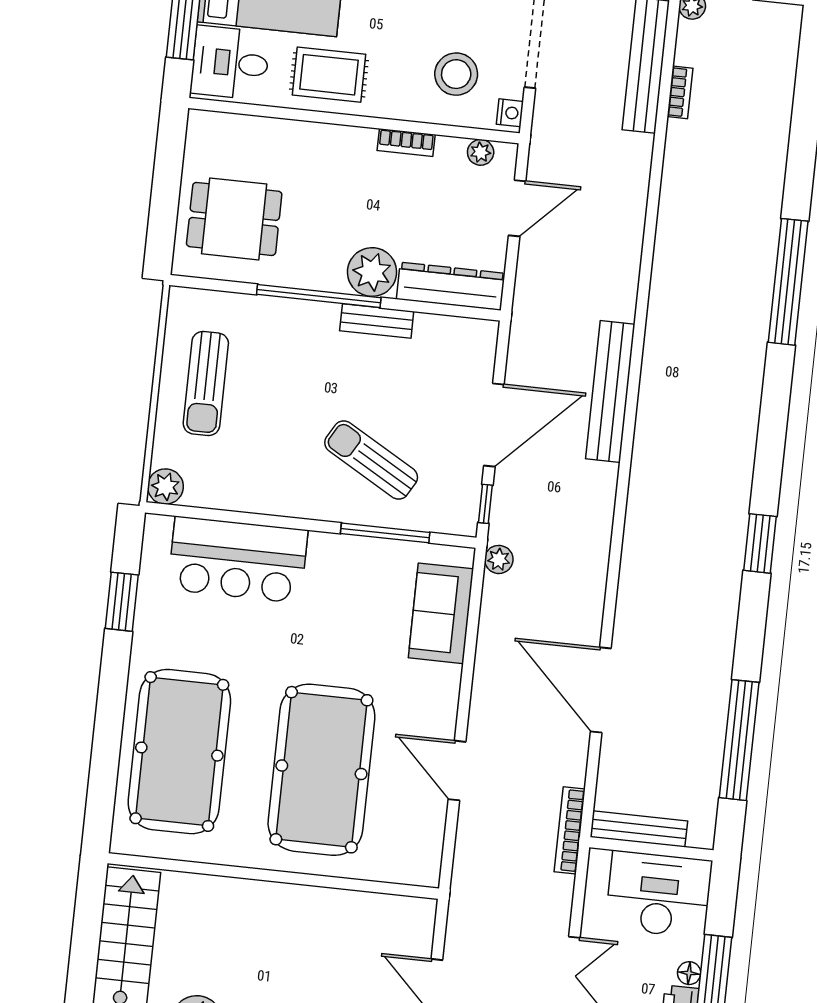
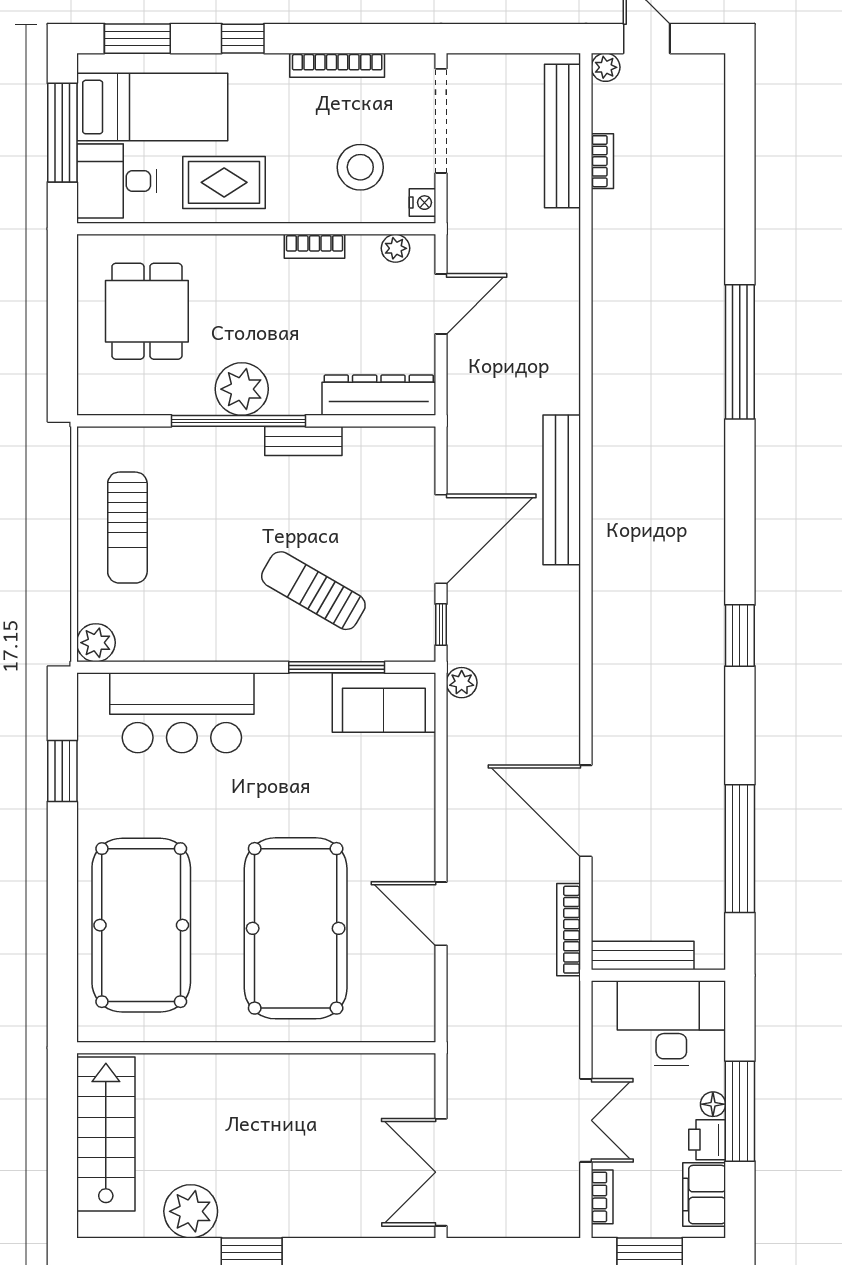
dining table: (234, 219) -> (147, 311), moved, turned 90
plant: (372, 272) -> (242, 389), moved
sofa: (441, 613) -> (384, 703), moved, turned -90
bookcase: (570, 830) -> (569, 930), moved

